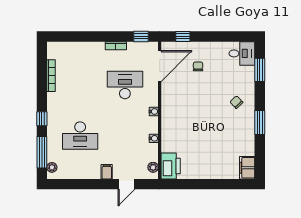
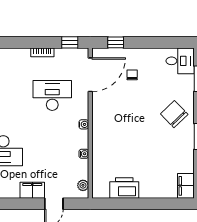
chair: (236, 102) -> (174, 114), width x1.87, depth x1.87
printer: (171, 166) -> (124, 188), moved, turned -90
filing cabinet: (107, 172) -> (32, 190), width x2.00

